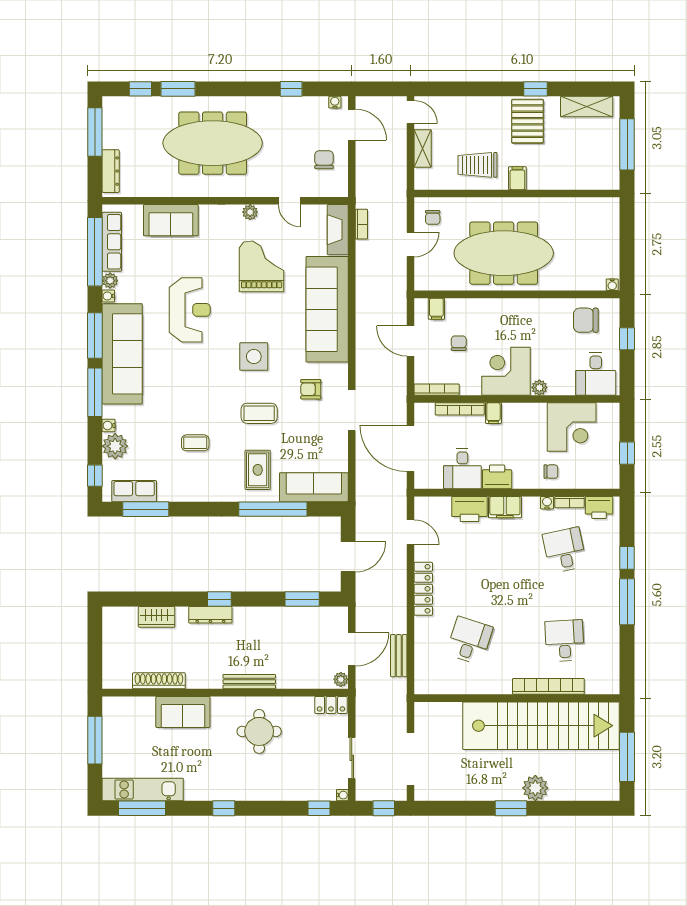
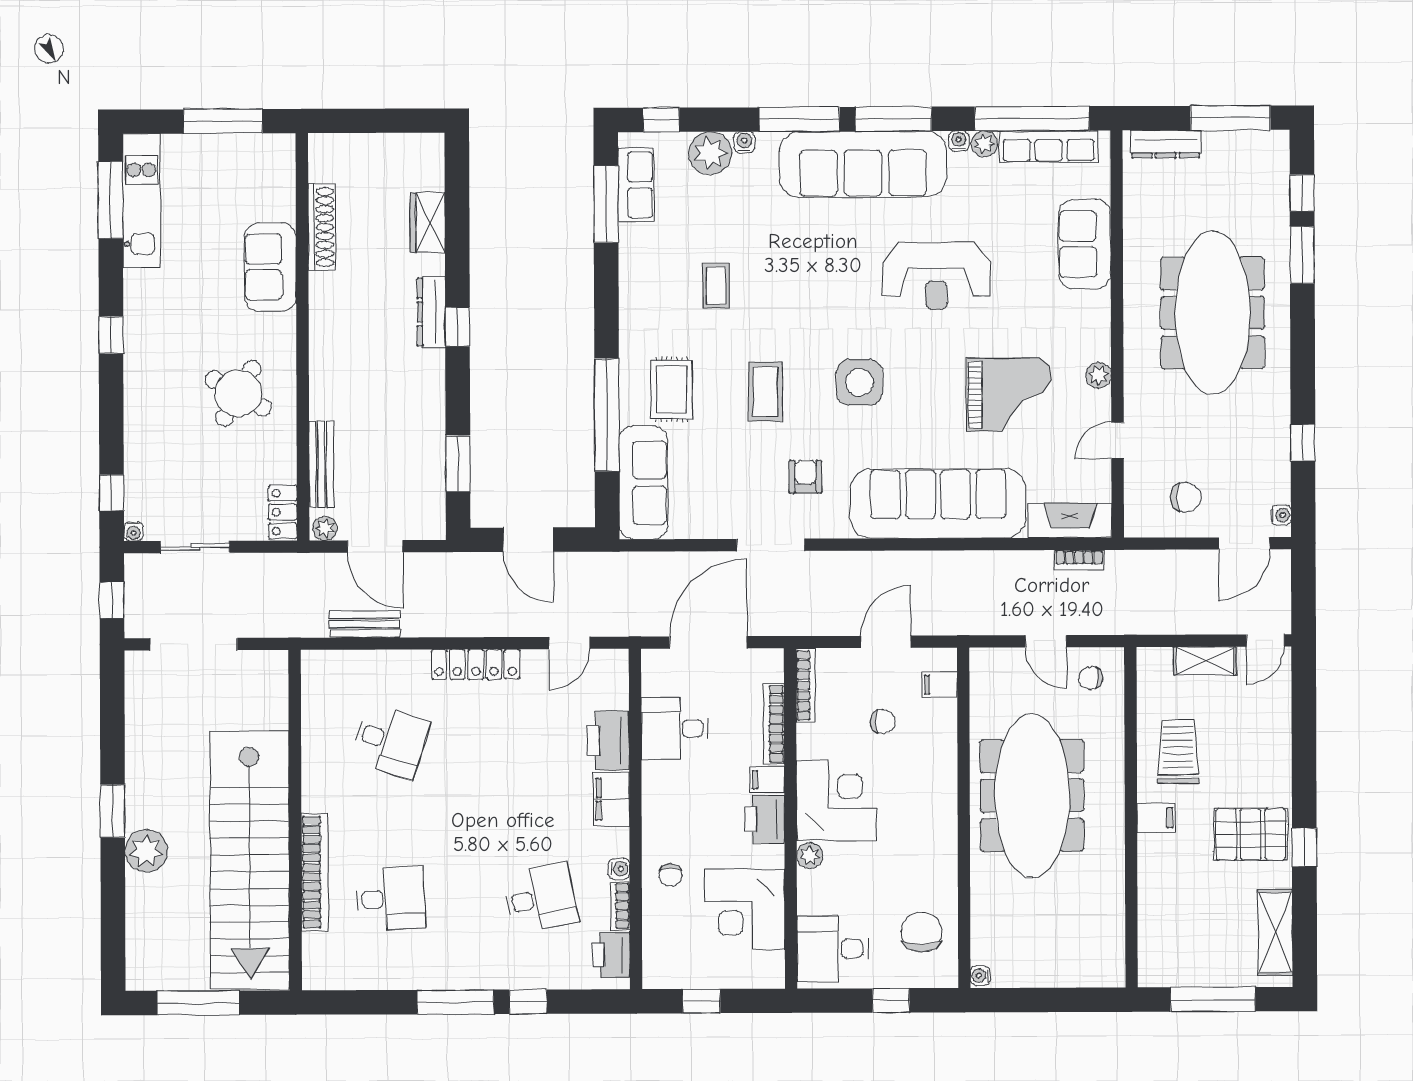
rug: (258, 470) -> (672, 389), turned 90
printer: (497, 477) -> (765, 819), moved, turned 180
bench: (249, 682) -> (321, 464), moved
round table: (259, 731) -> (238, 393), turned 30

